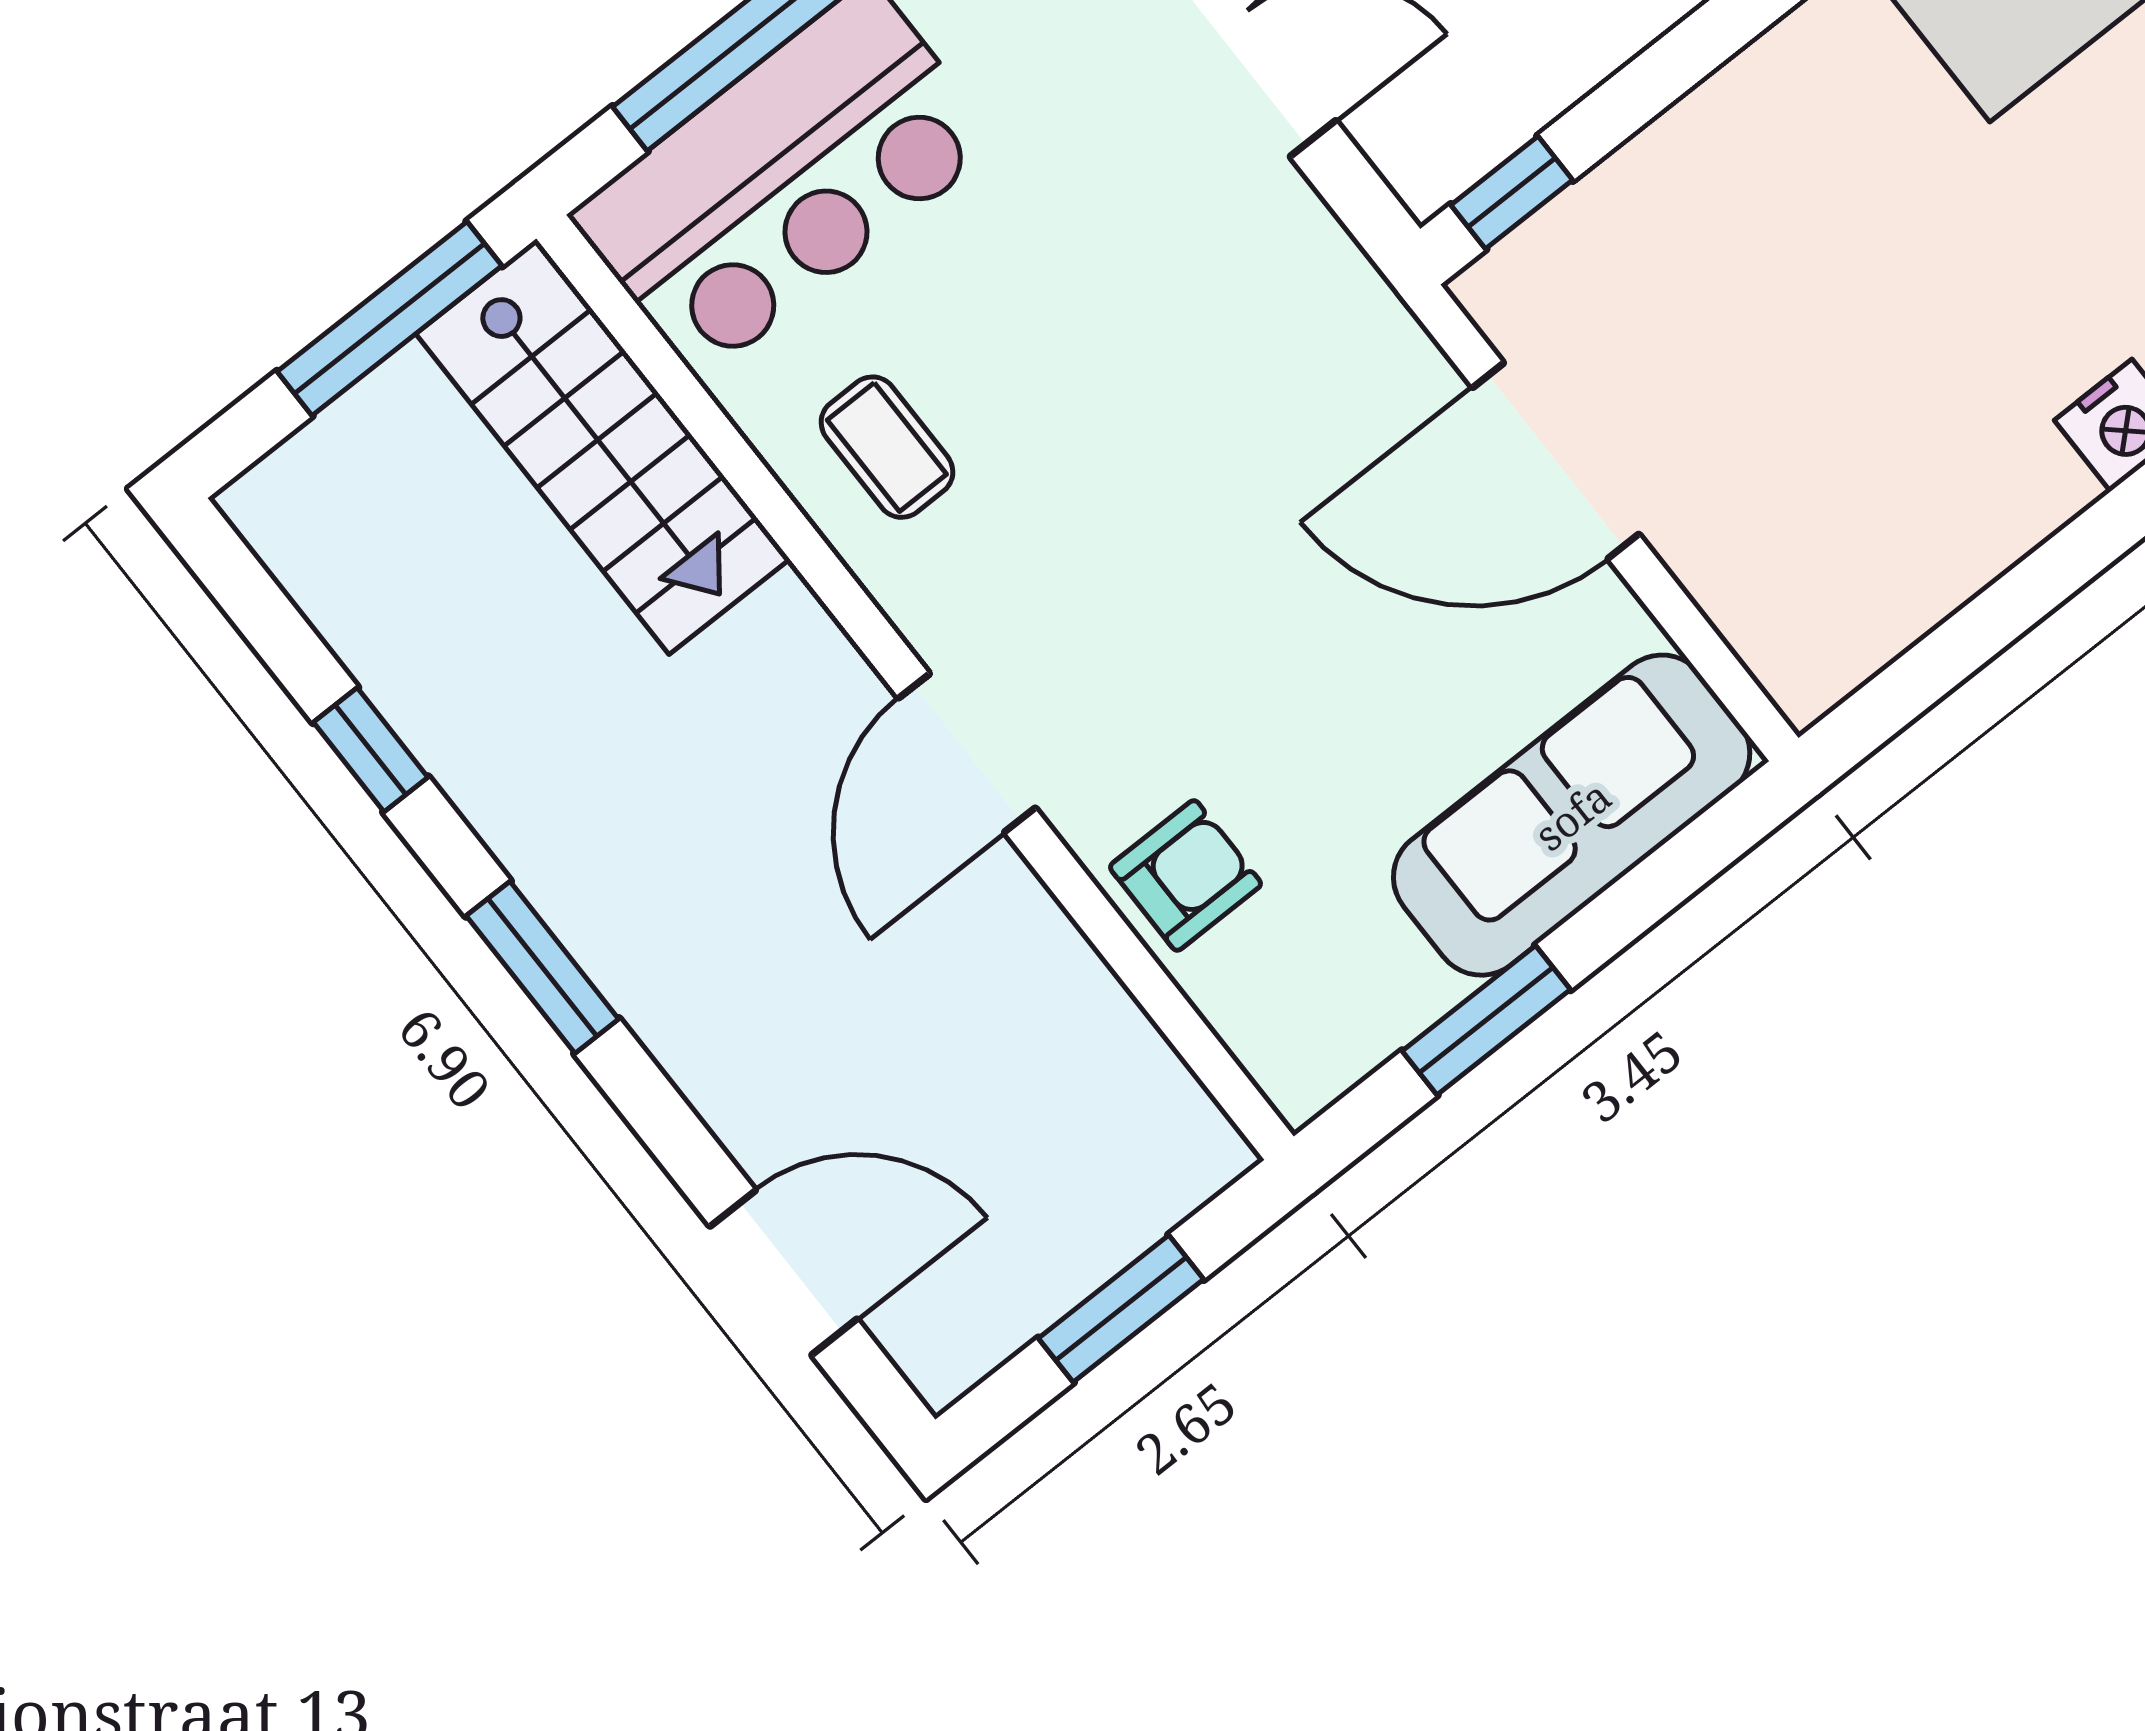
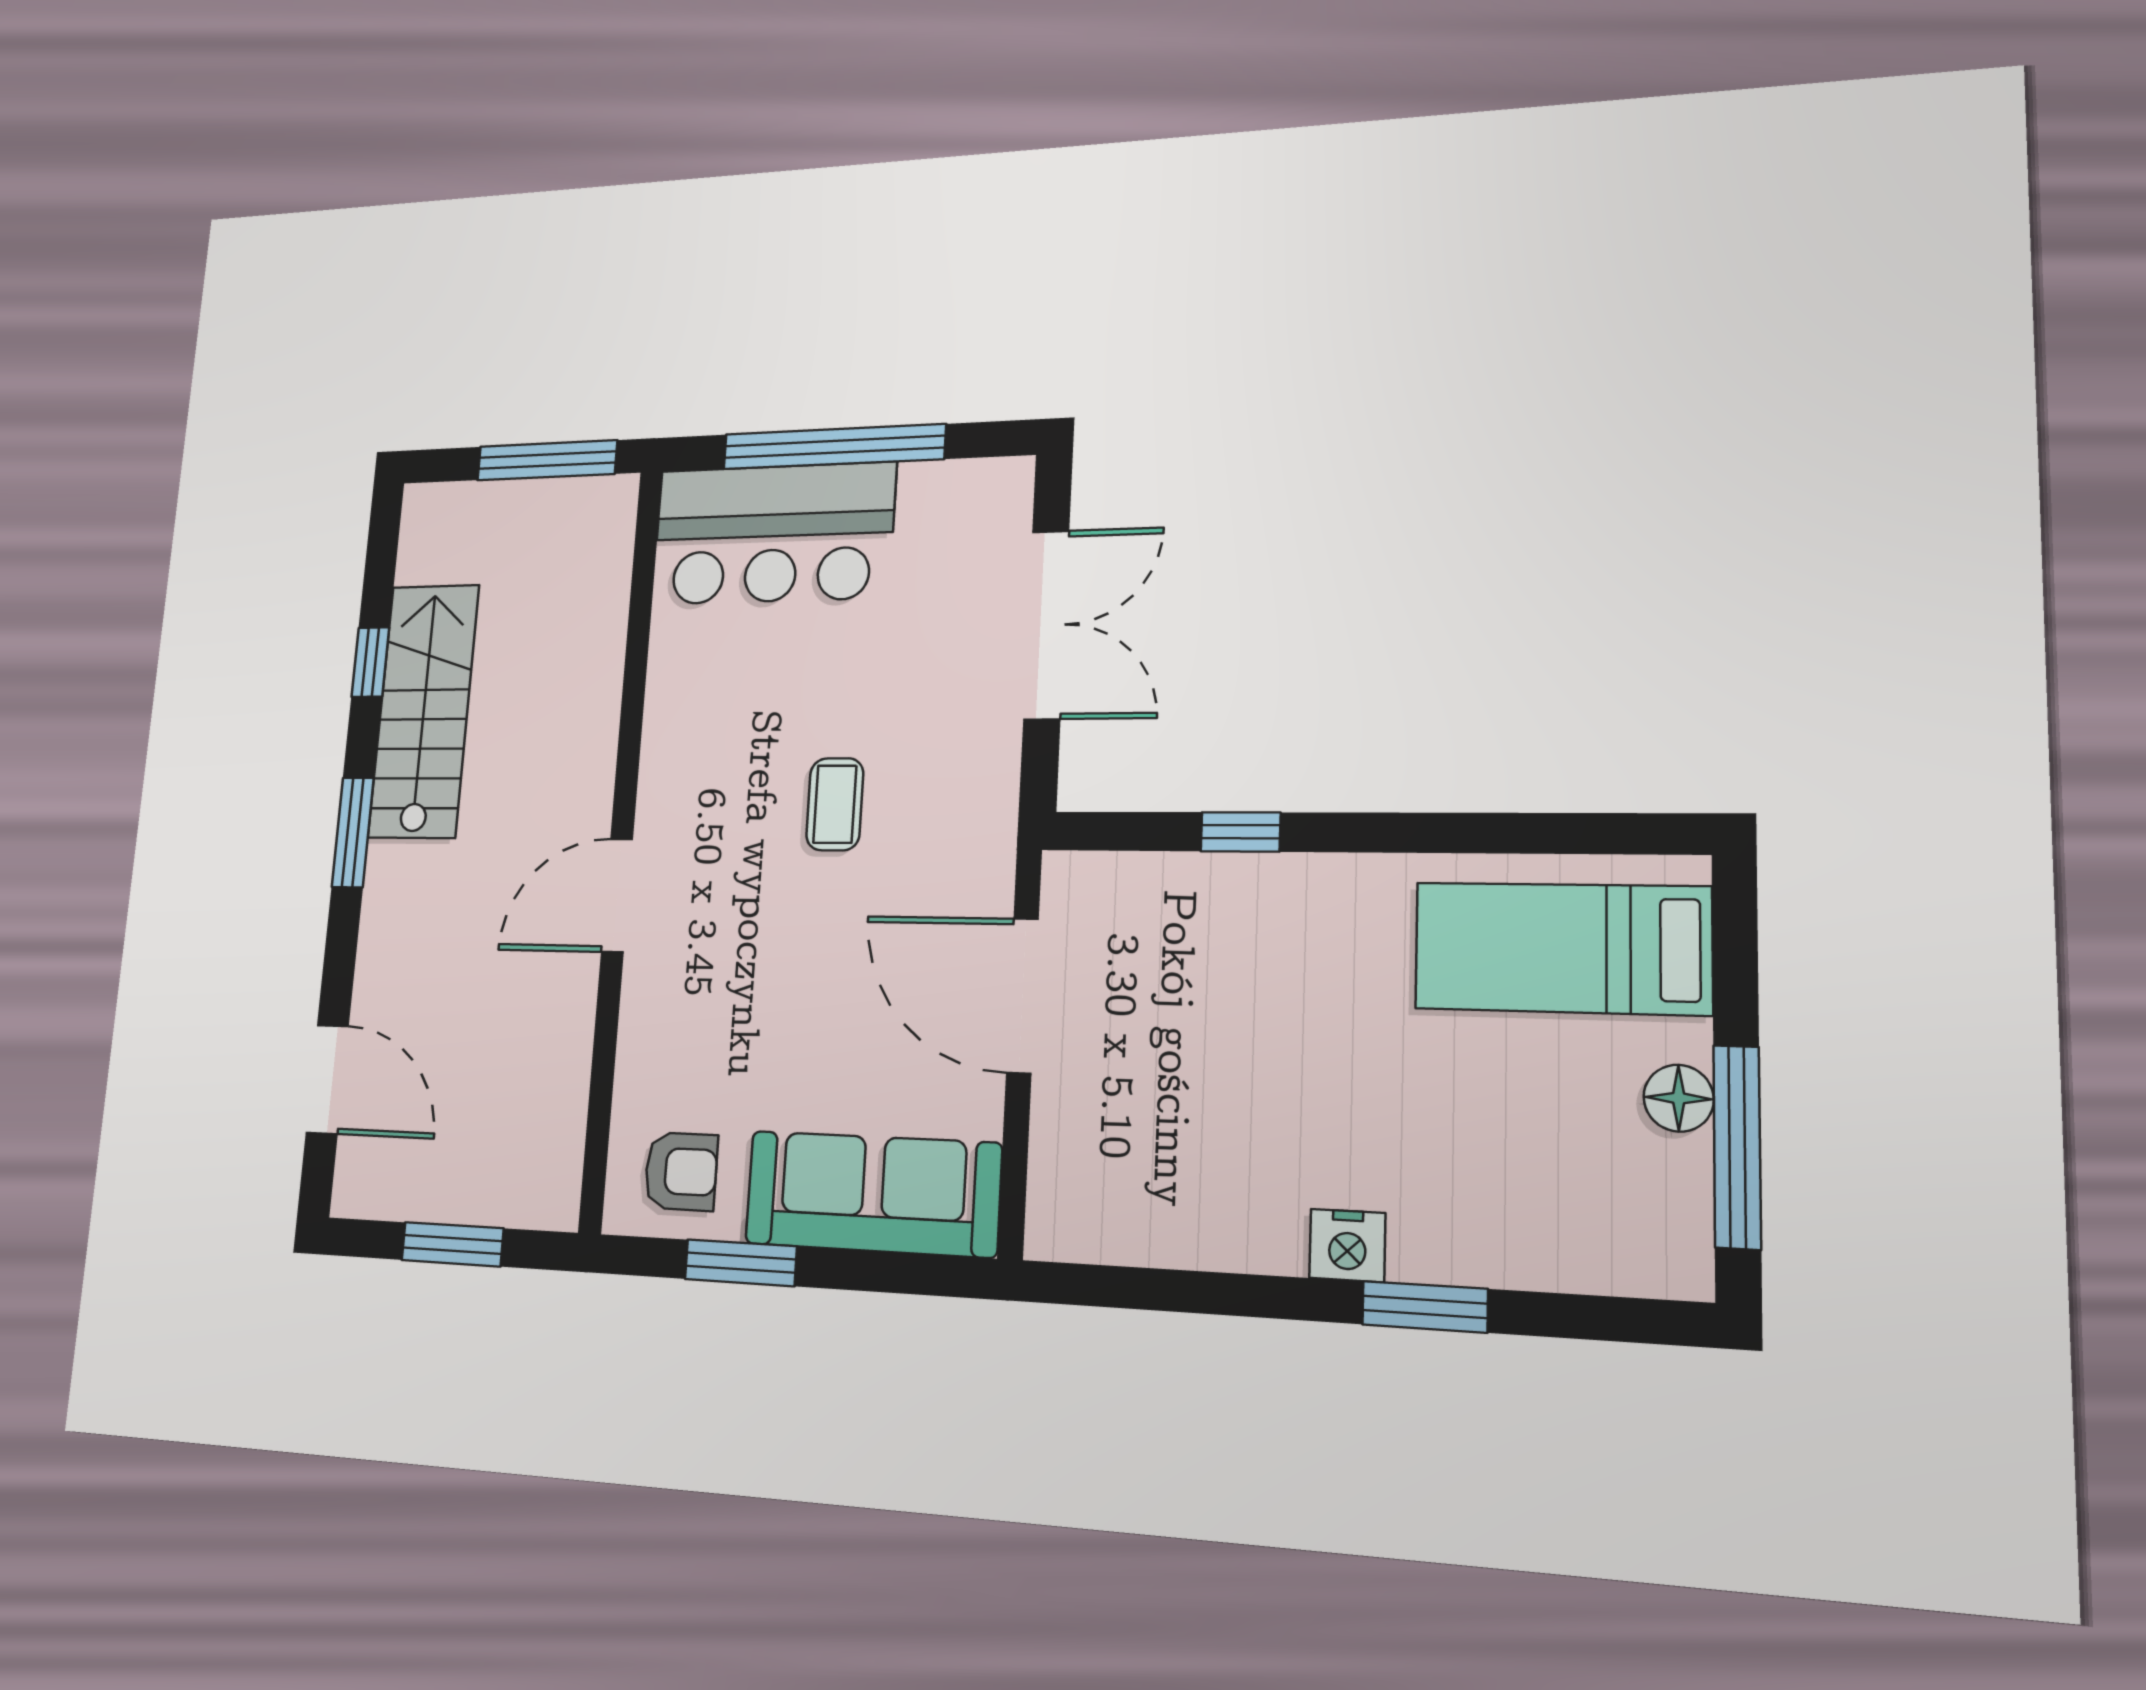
window: (1512, 192) -> (1241, 832), moved
stairs: (603, 446) -> (424, 711), moved, turned 180
coffee table: (887, 447) -> (835, 804), moved
armchair: (1186, 875) -> (681, 1171), moved

